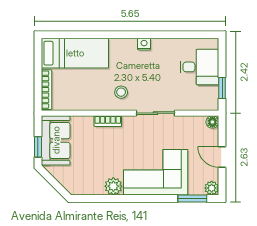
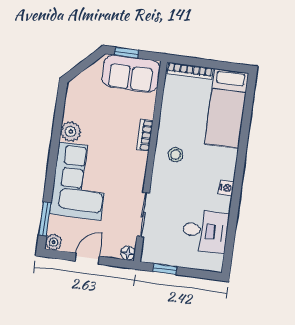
desk: (199, 67) -> (205, 231), moved, turned -90
sliding door: (156, 113) -> (143, 215), moved

